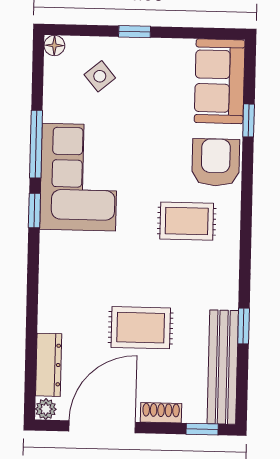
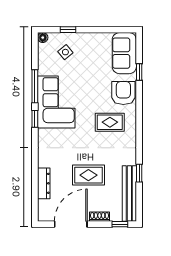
window: (135, 32) -> (68, 30), moved
dresser: (49, 365) -> (44, 183), moved
plant: (46, 409) -> (43, 216), removed

